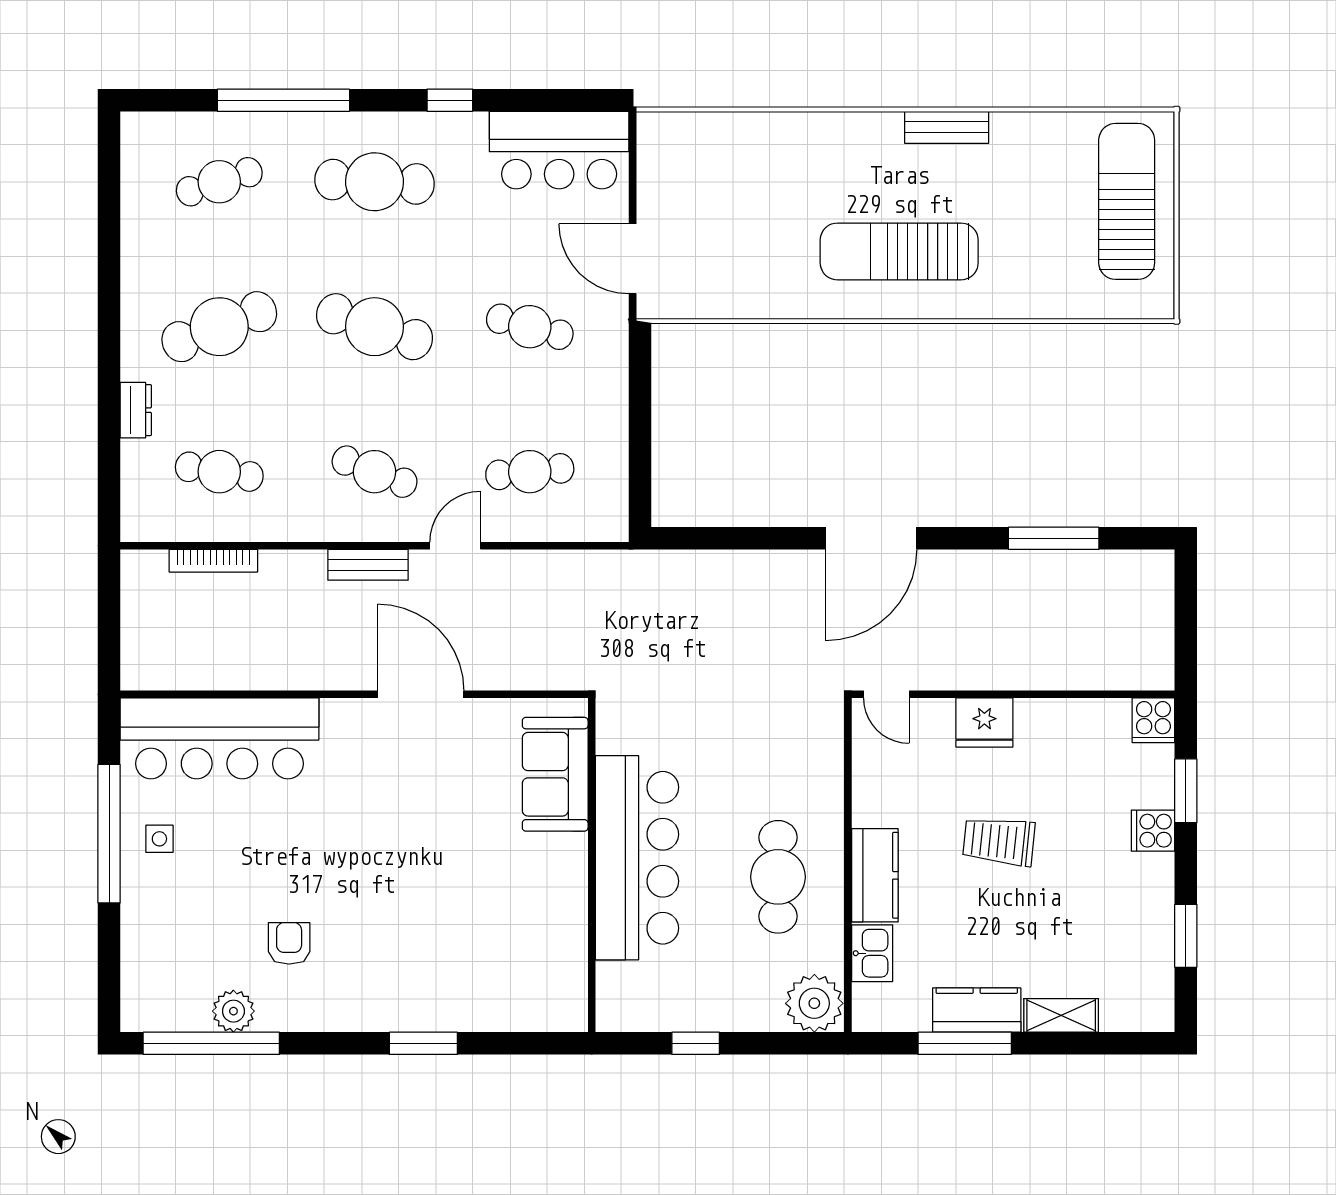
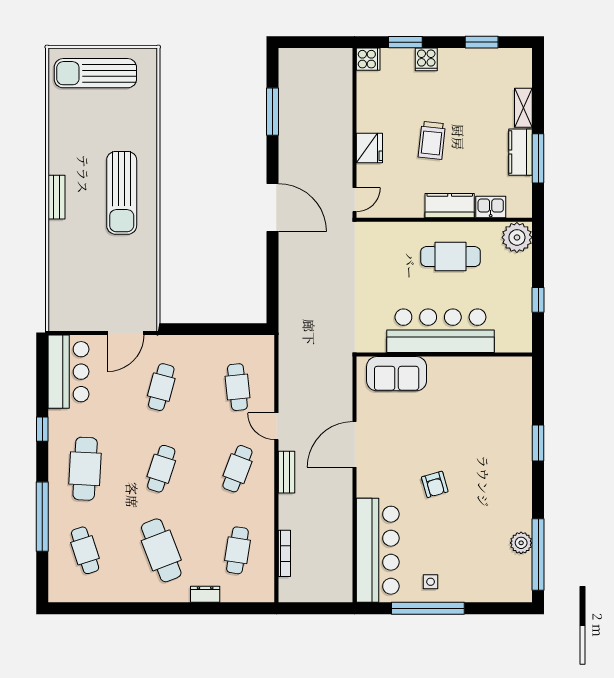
bench: (947, 127) -> (56, 197), moved
cafe table: (375, 327) -> (161, 469), width x0.73, depth x0.74
armchair: (289, 943) -> (435, 484), moved, turned -106

